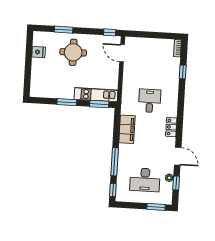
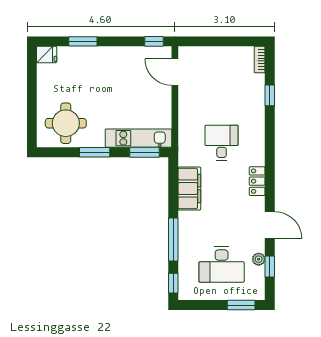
fridge: (39, 52) -> (47, 55), moved
round table: (73, 52) -> (66, 123), moved

